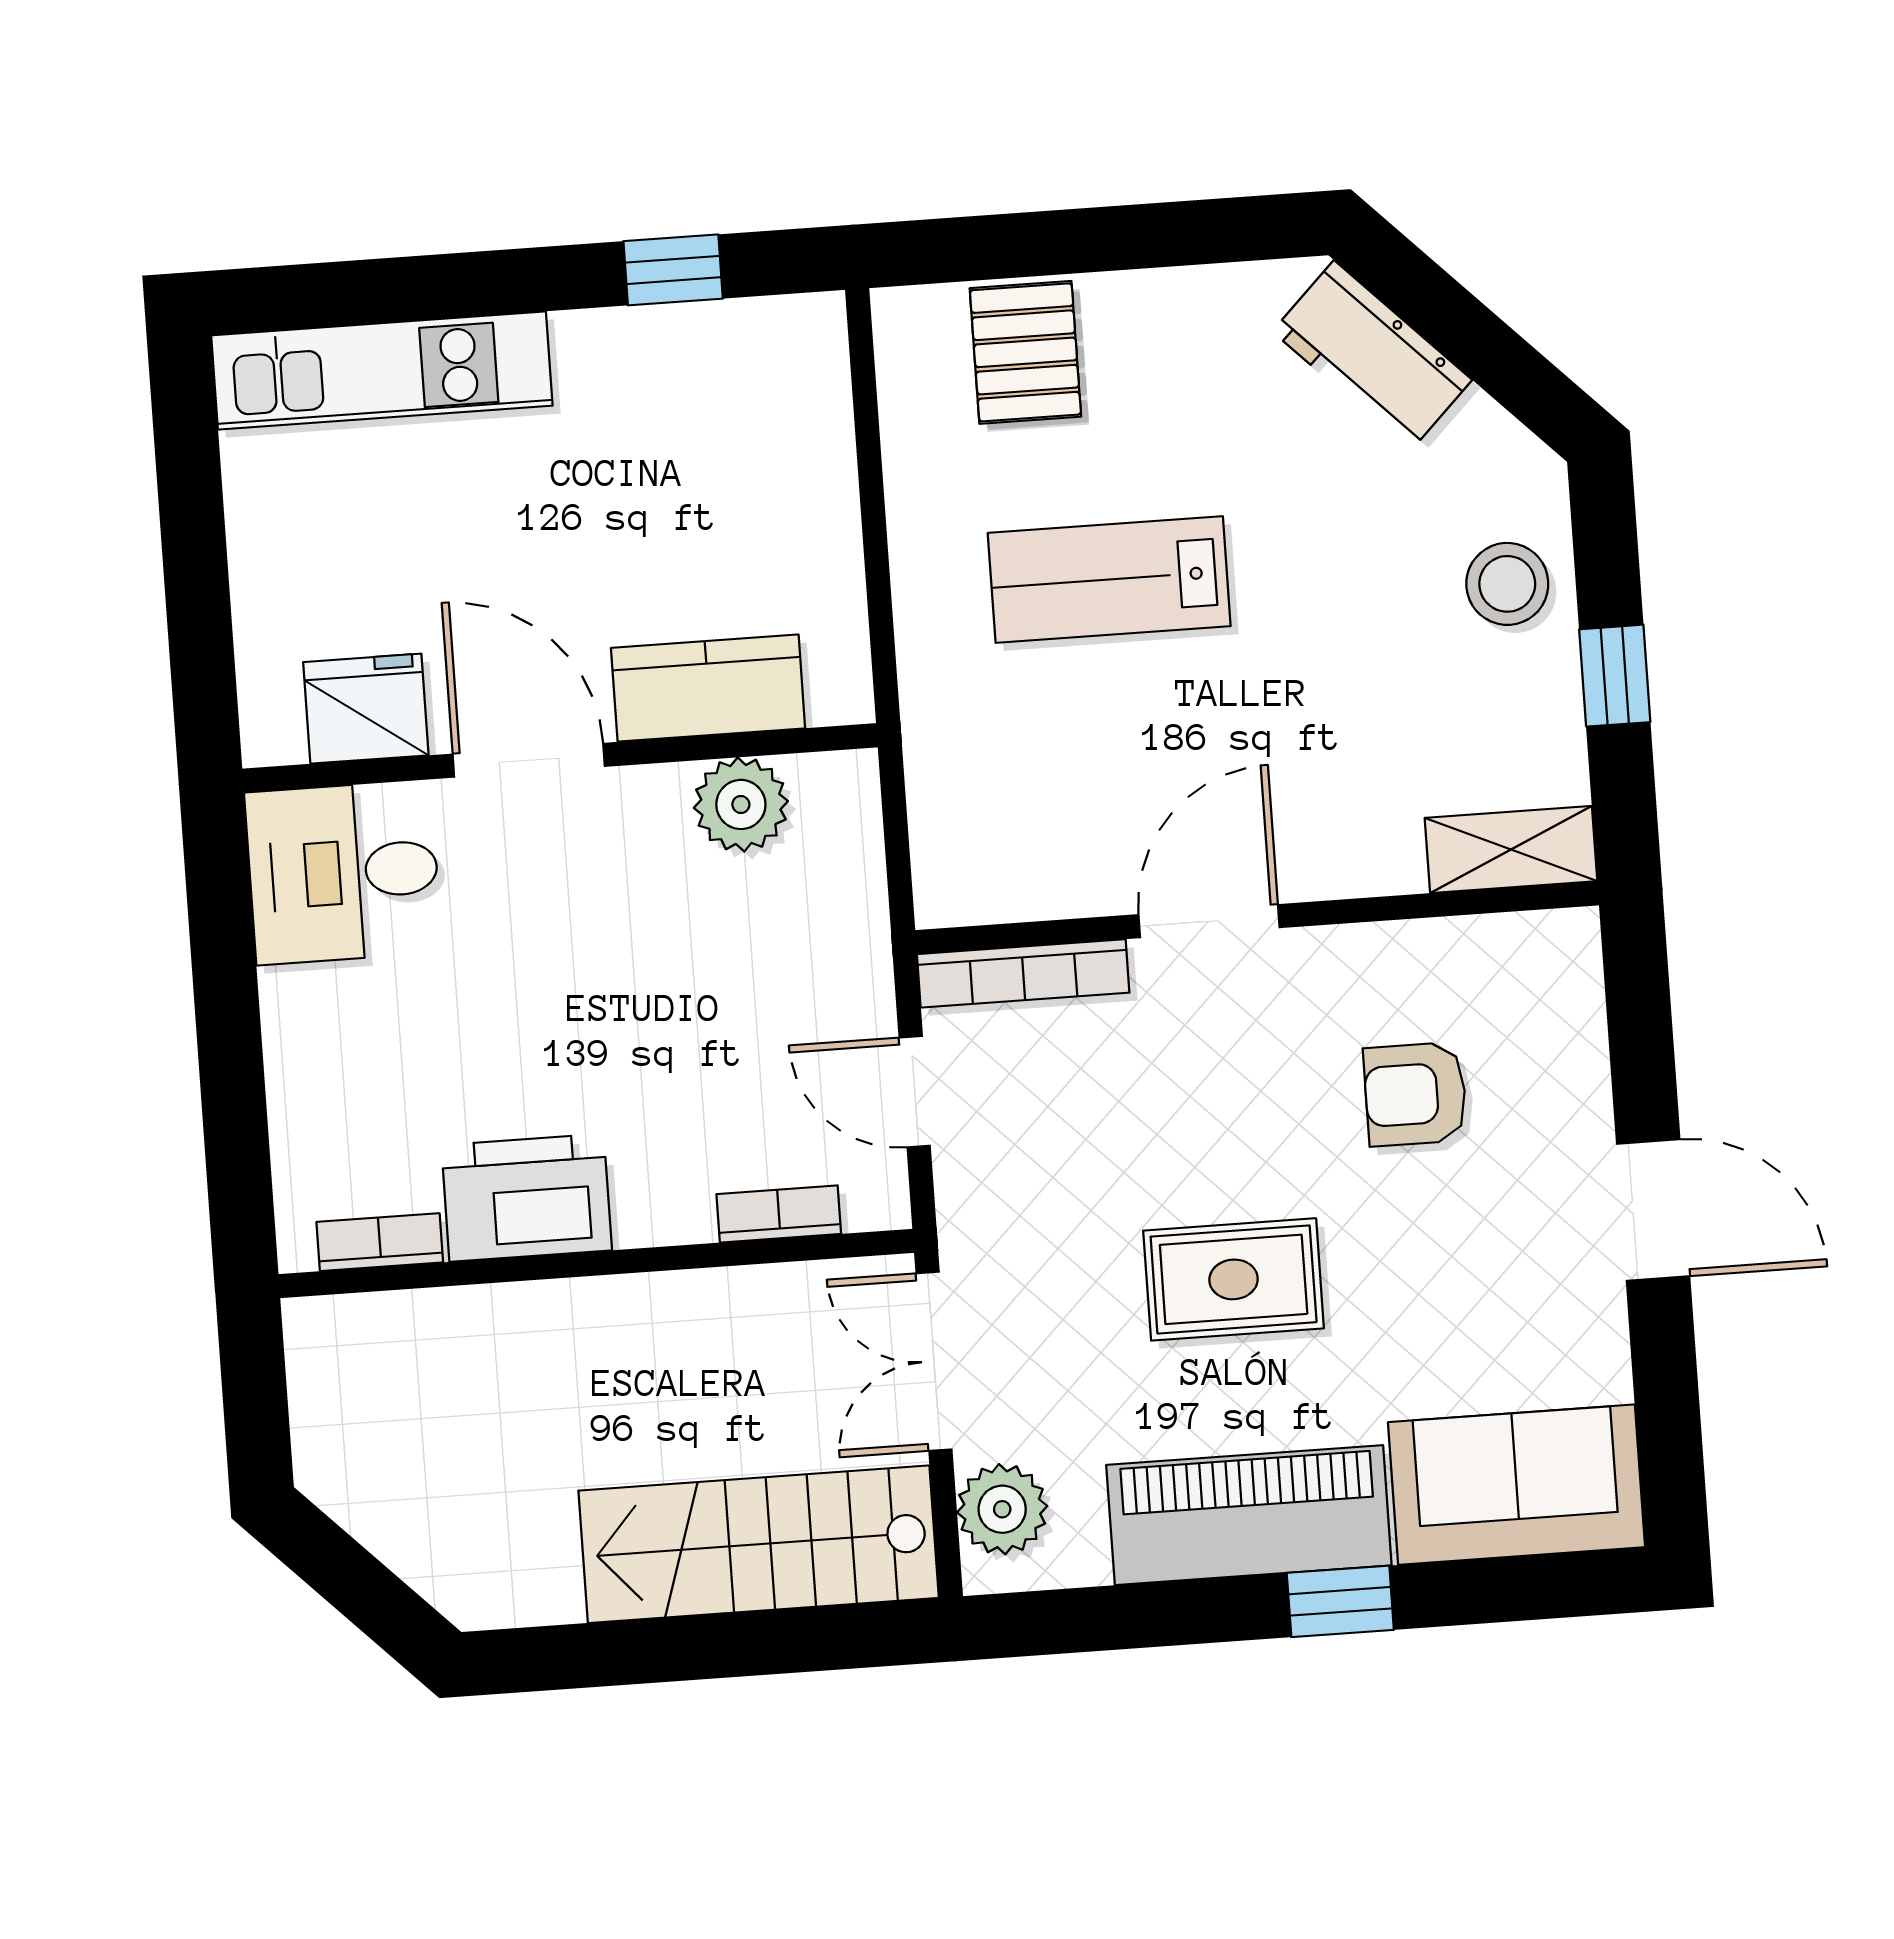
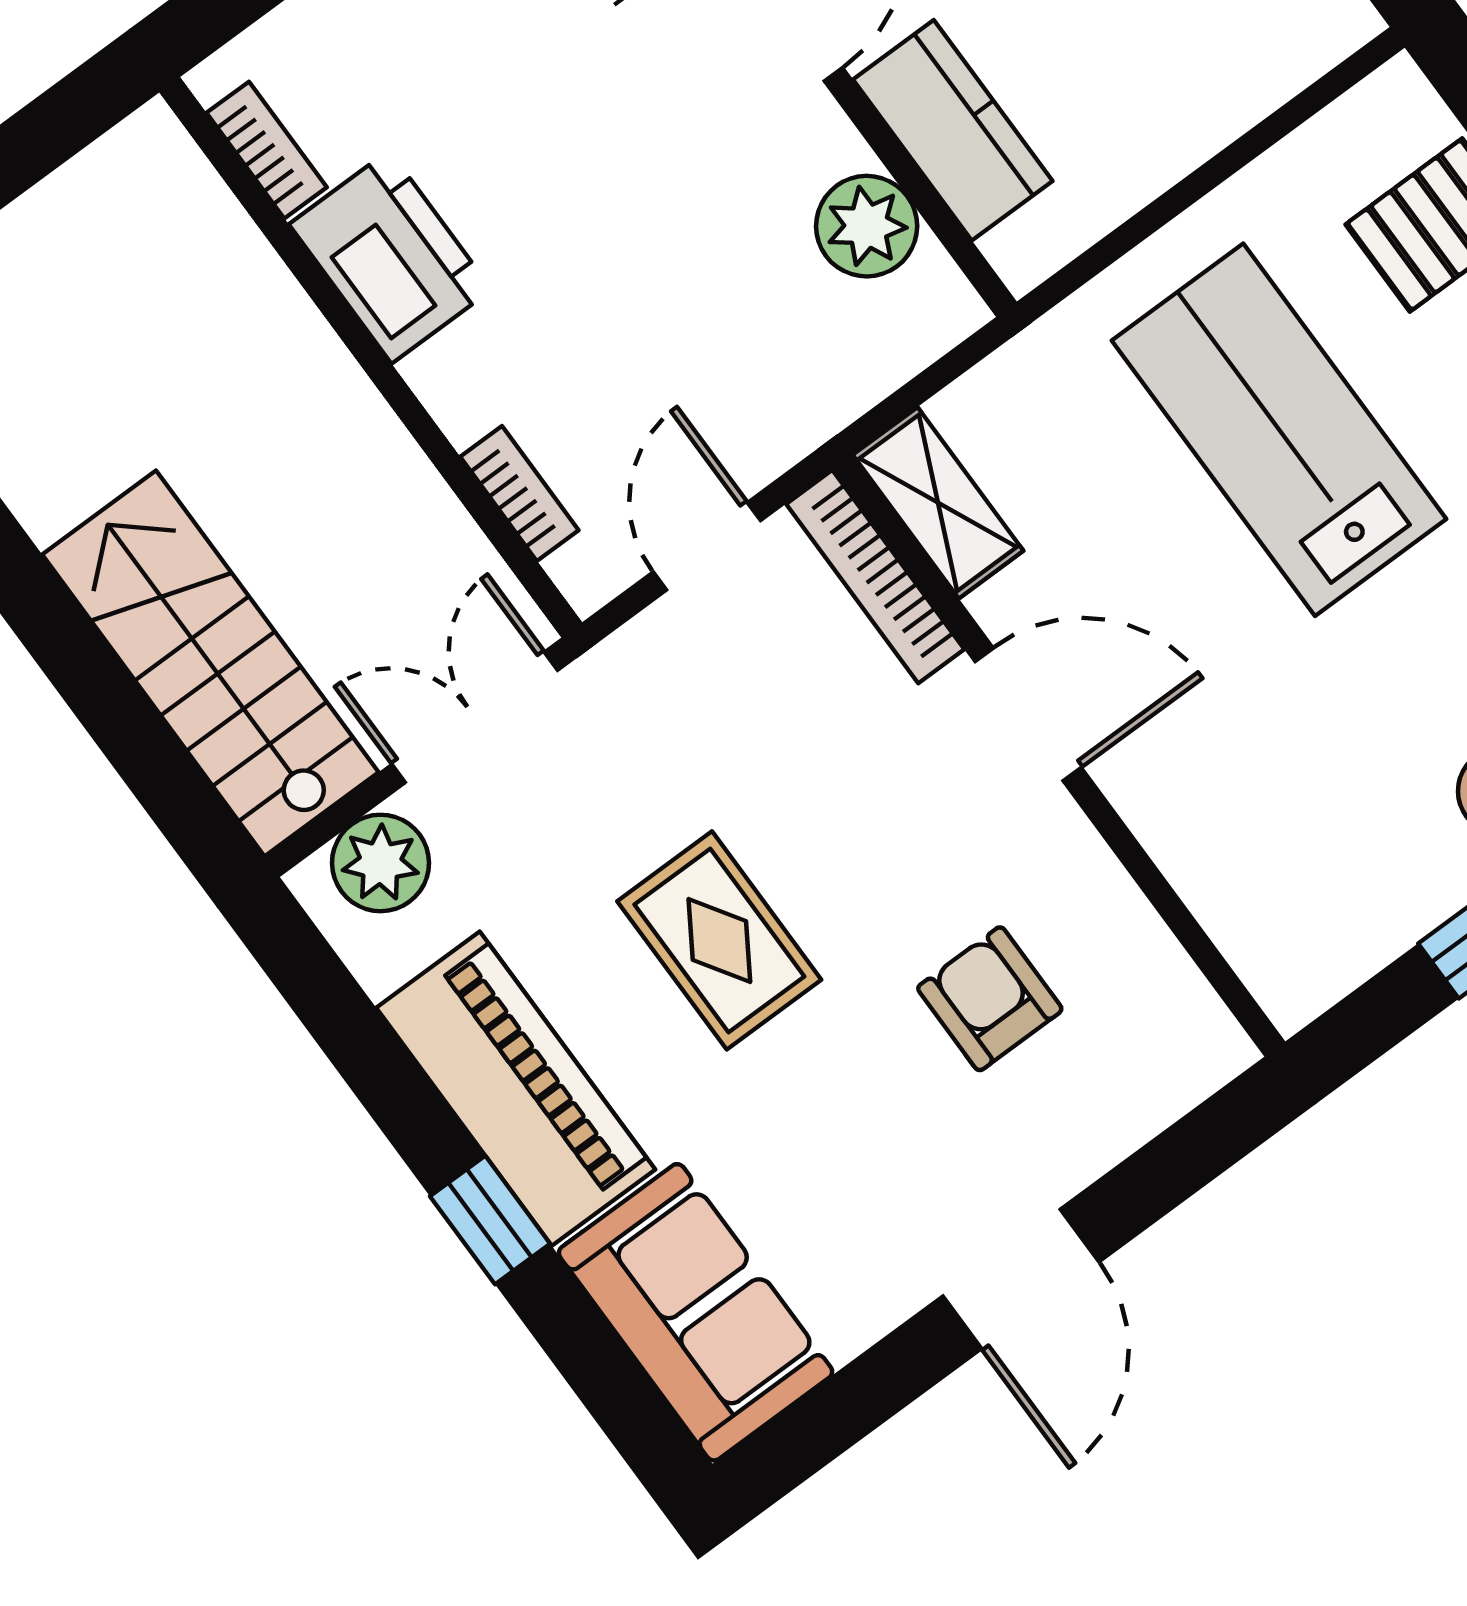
lab bench: (1109, 579) -> (1279, 430), width x1.36, depth x1.39
shelving: (1511, 850) -> (938, 503), moved

